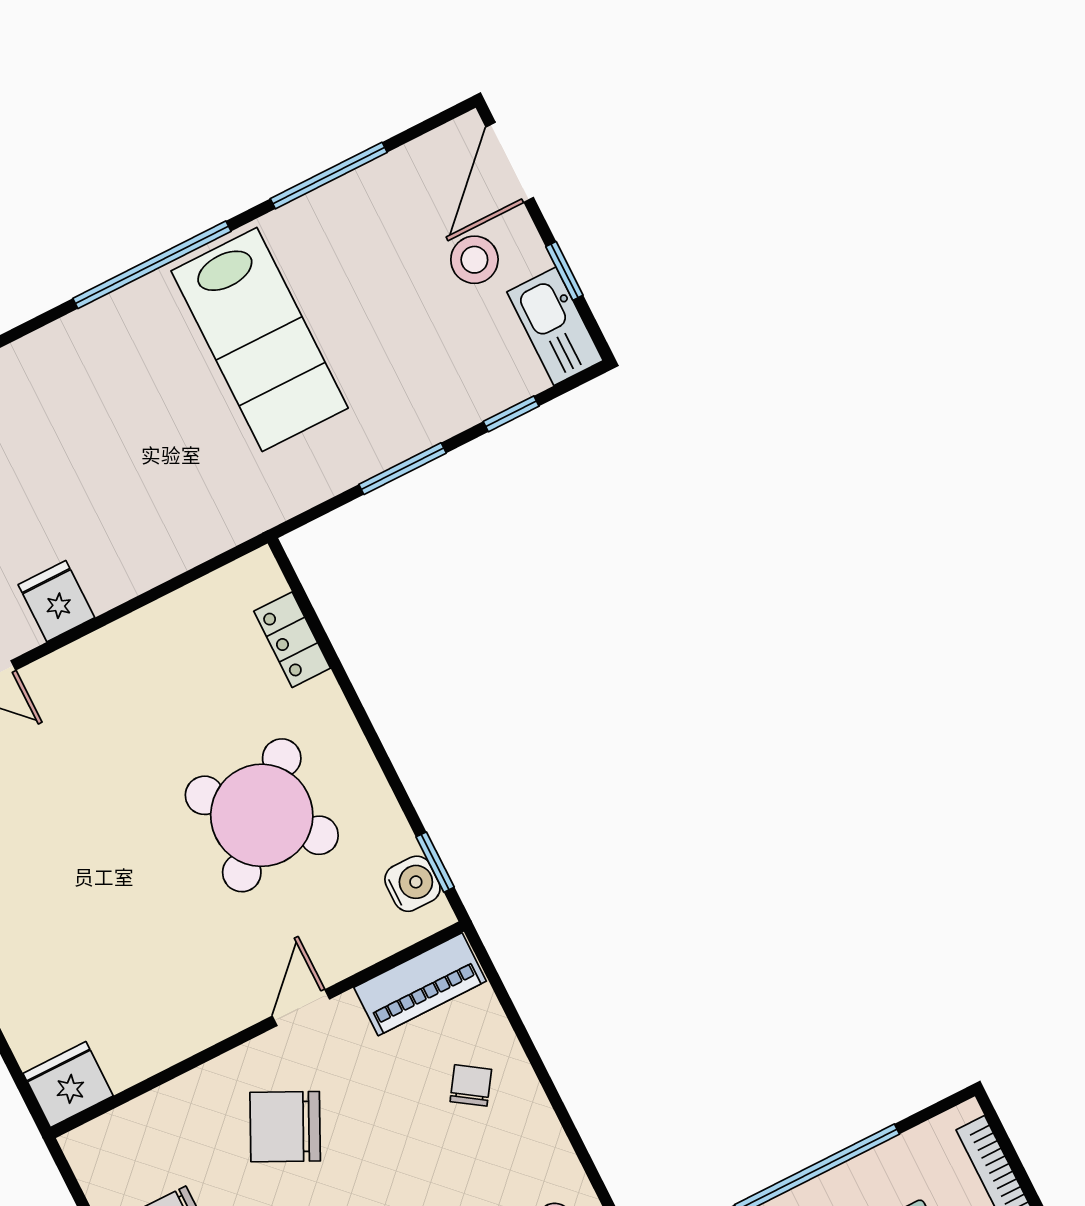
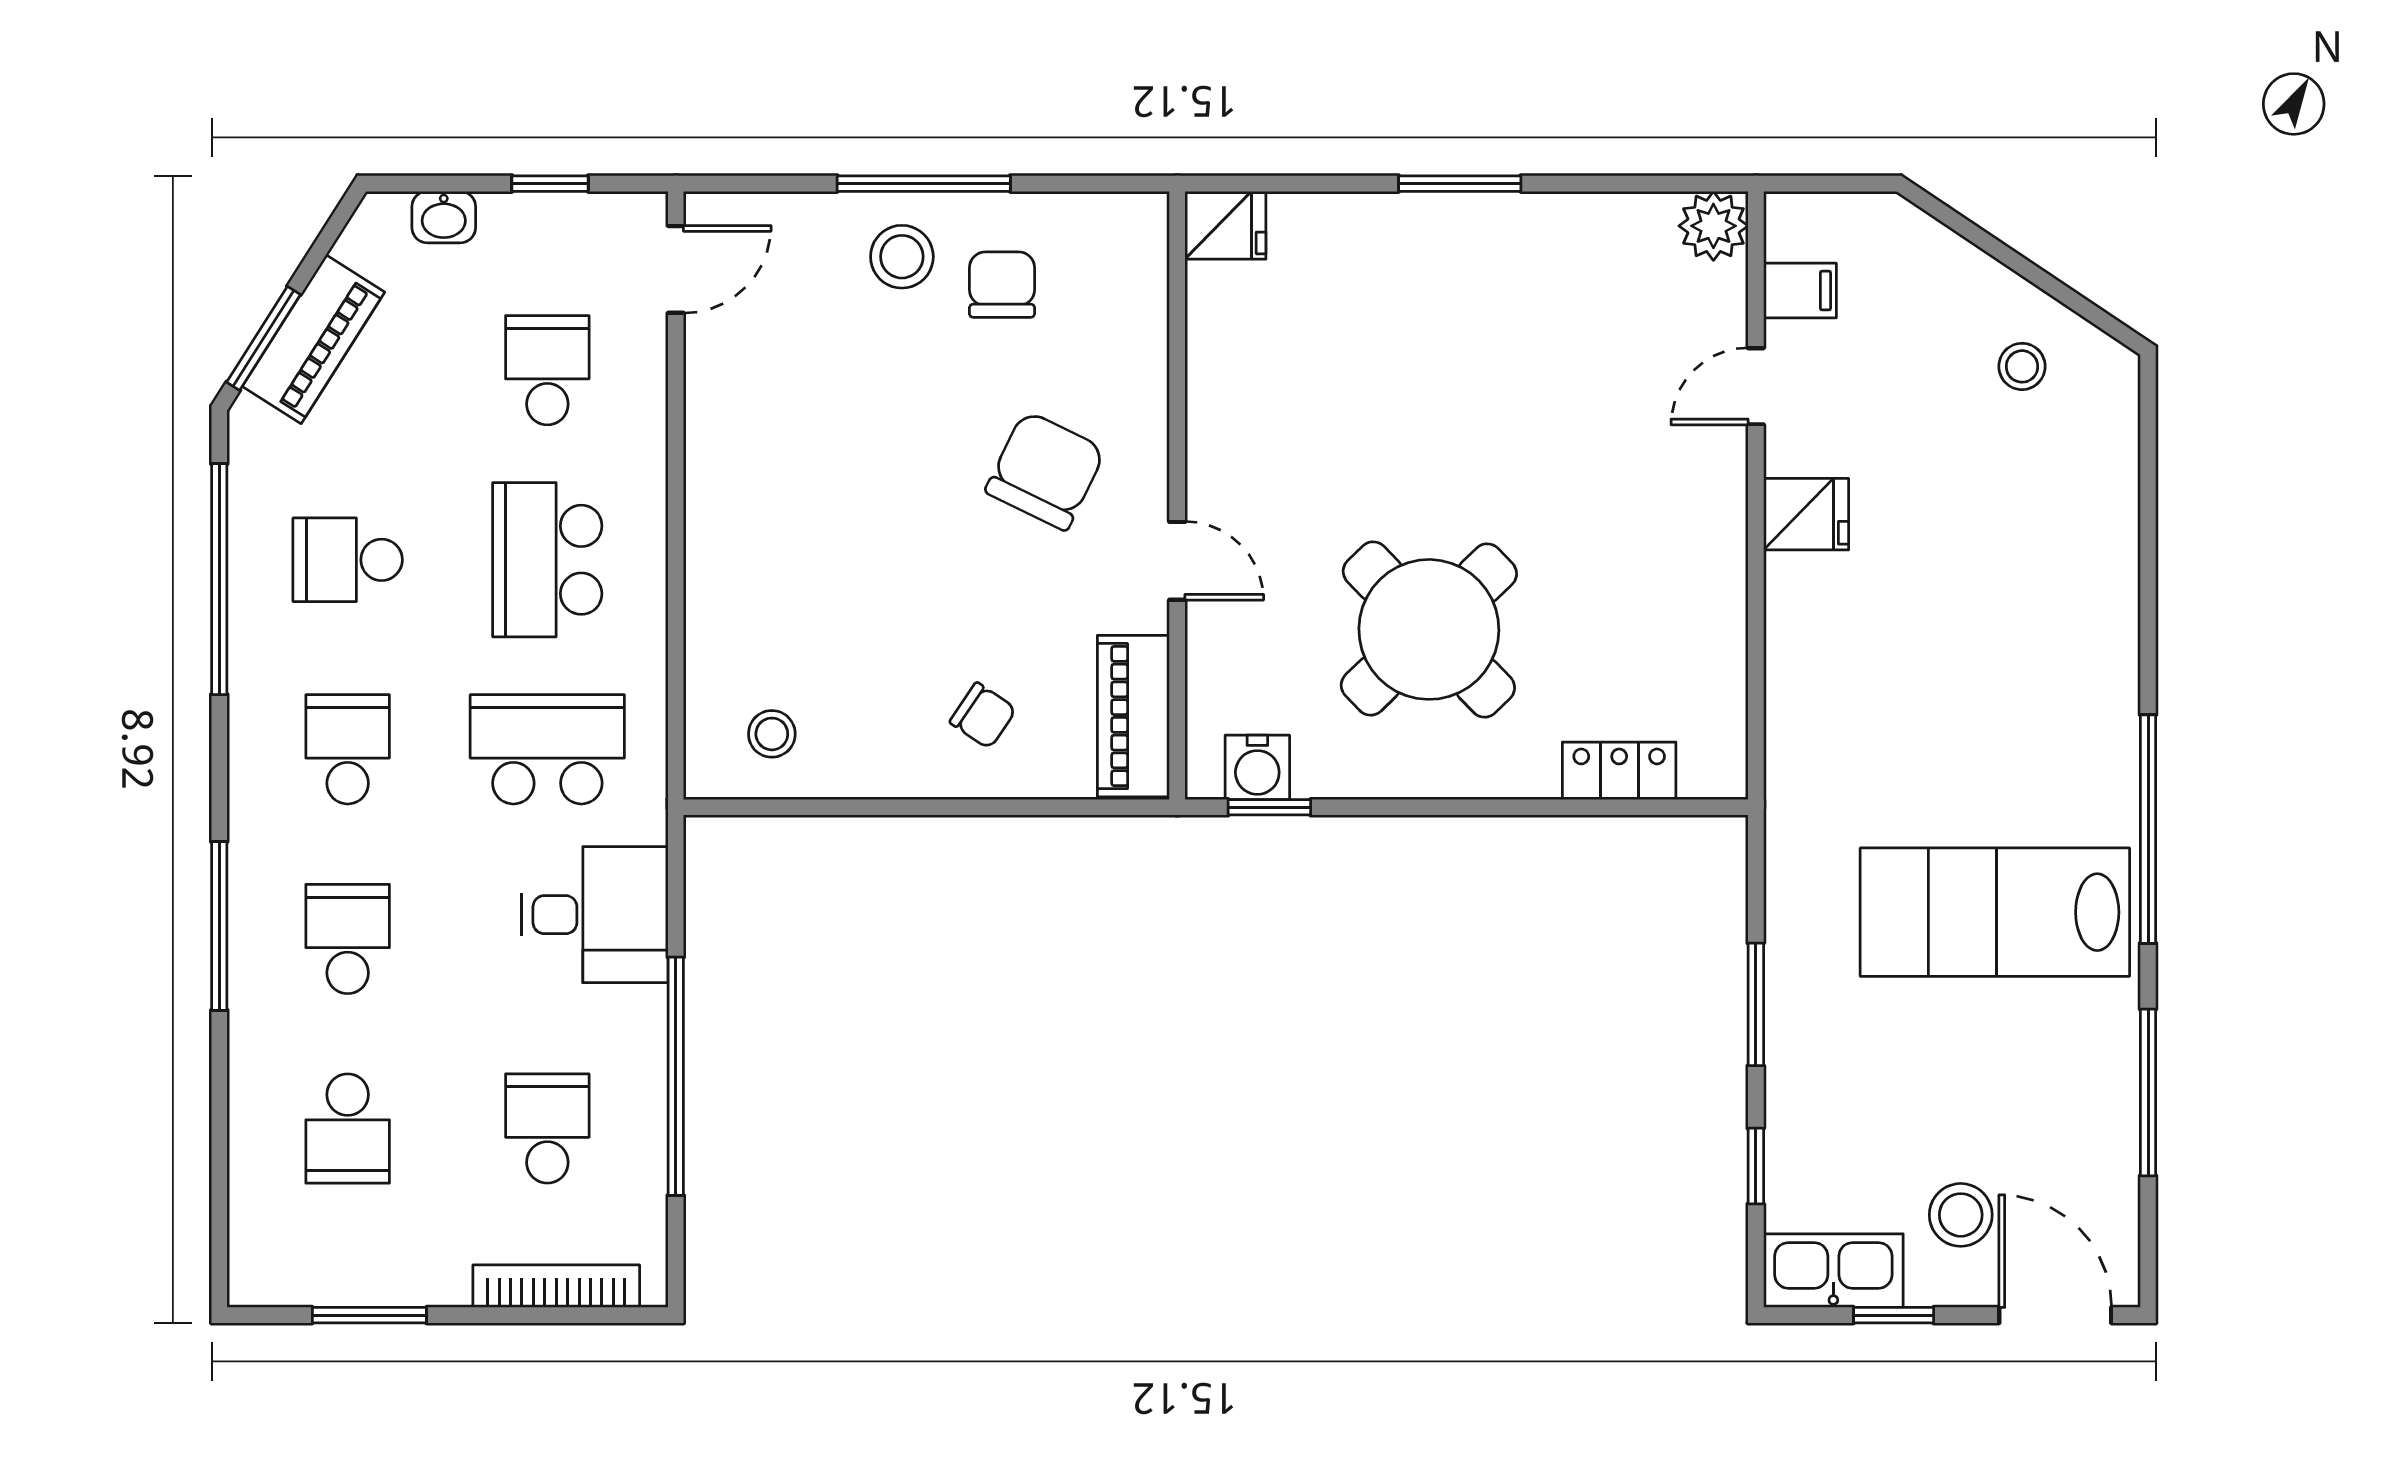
fridge: (68, 1085) -> (1225, 225), width x0.72

